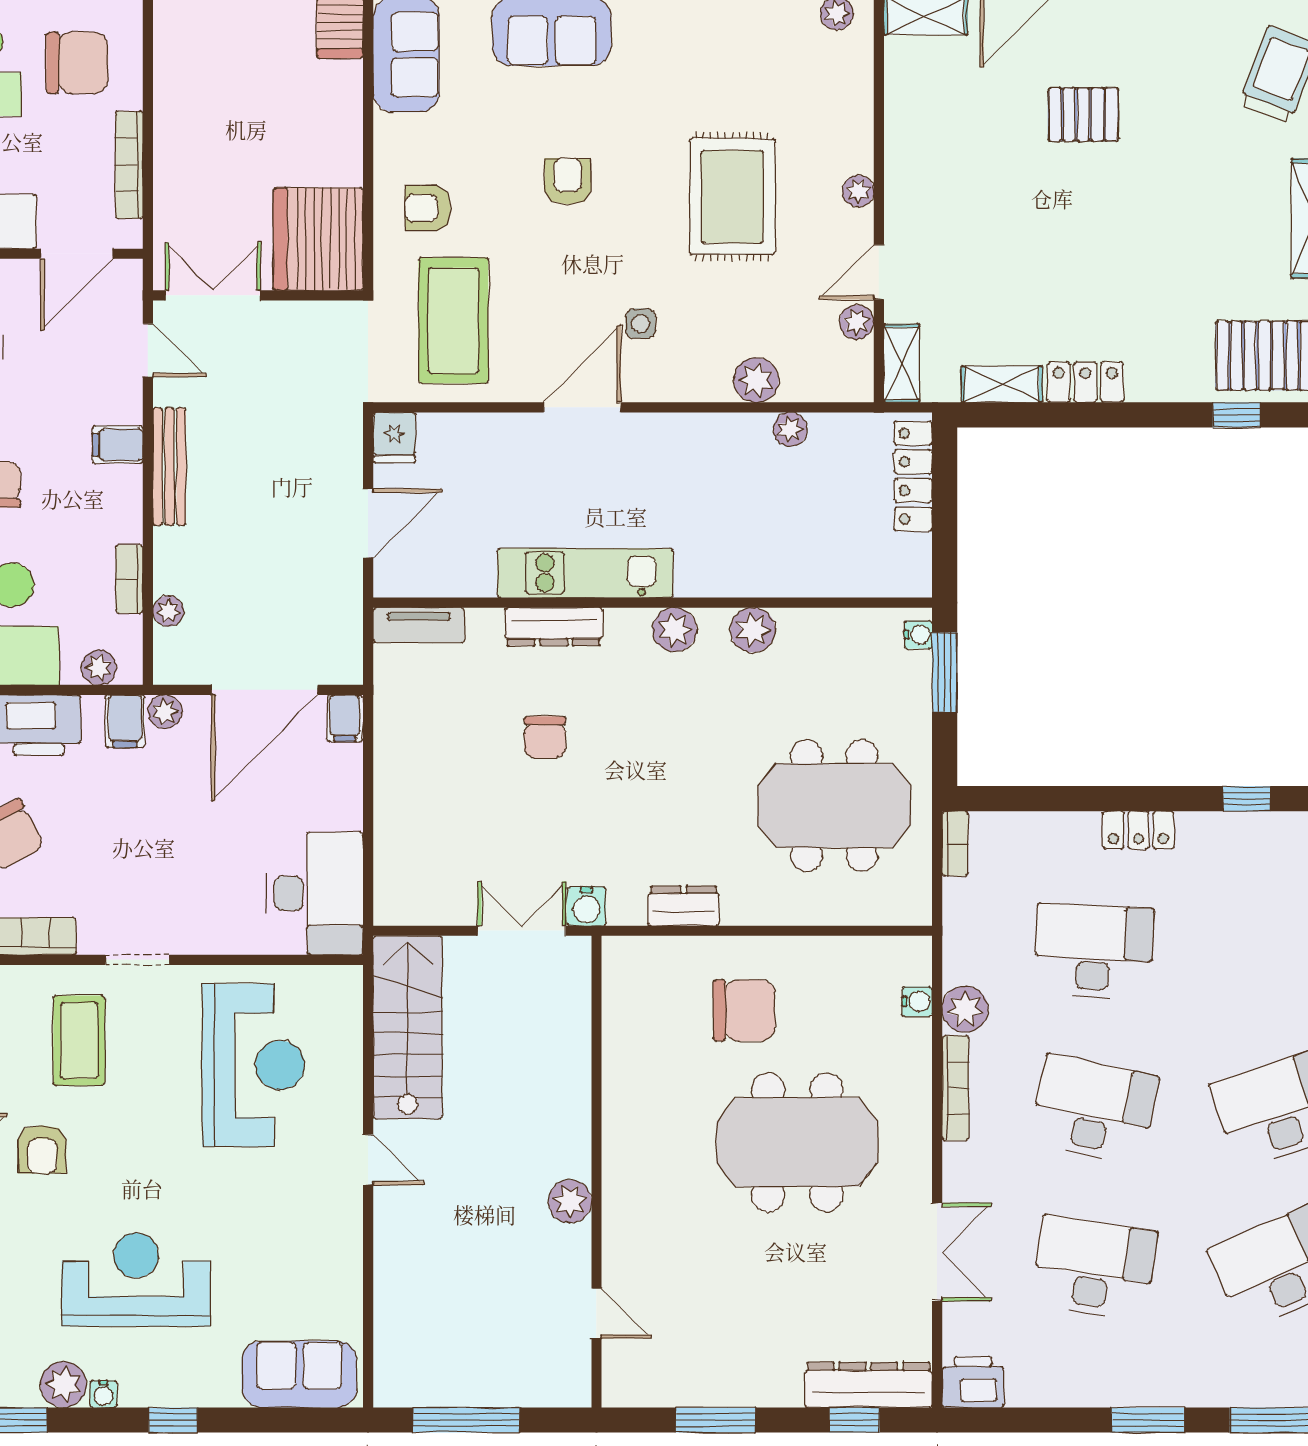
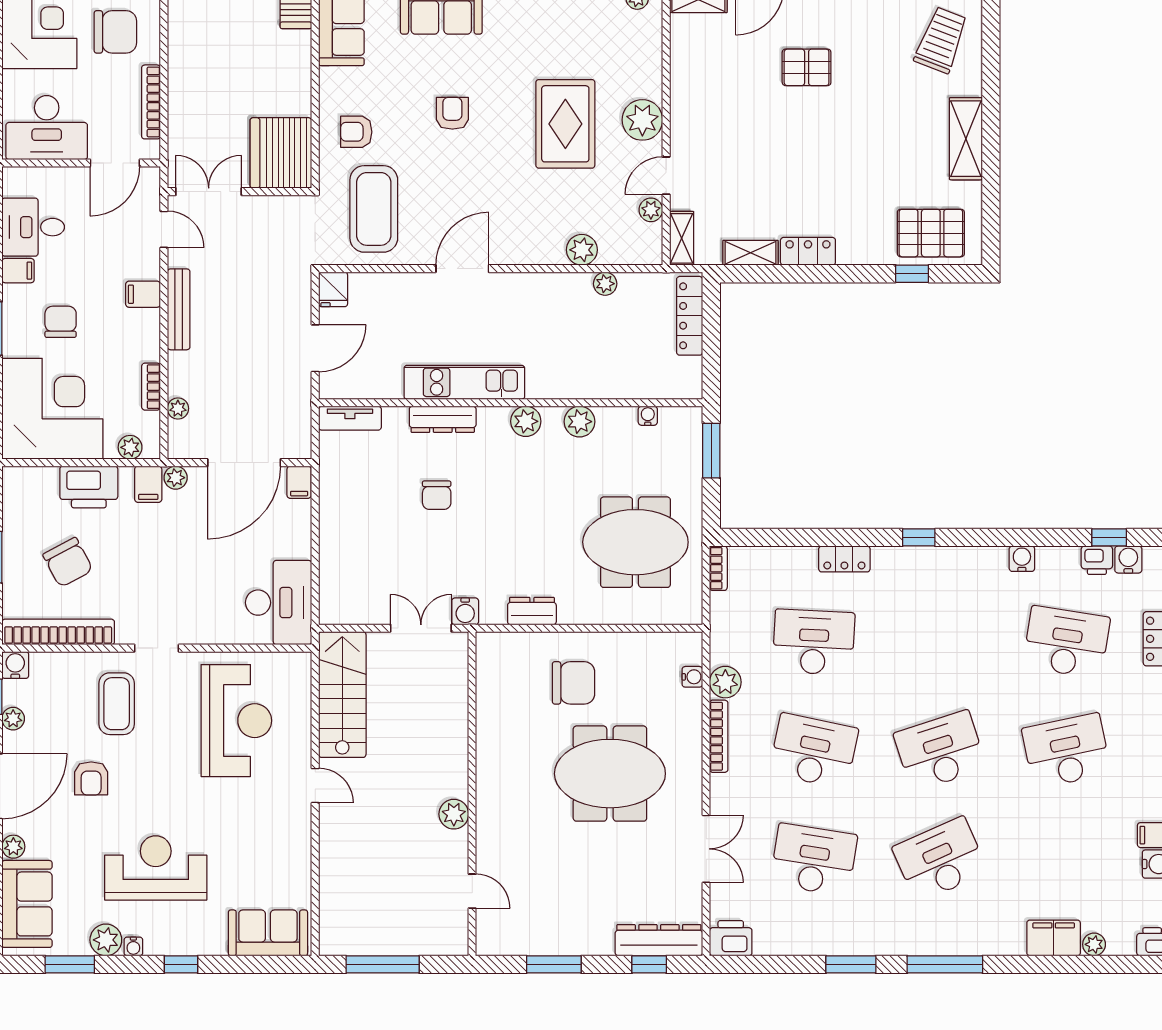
plant: (858, 191) -> (642, 120), width x1.88, depth x1.88
side table: (641, 323) -> (502, 211), removed
water cooler: (918, 635) -> (648, 416), moved, turned -90

